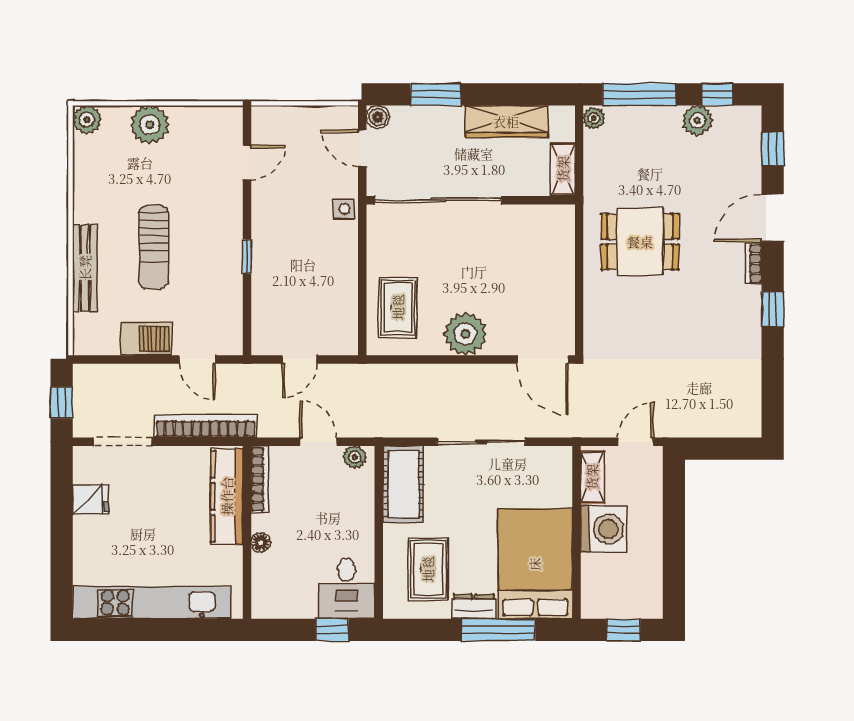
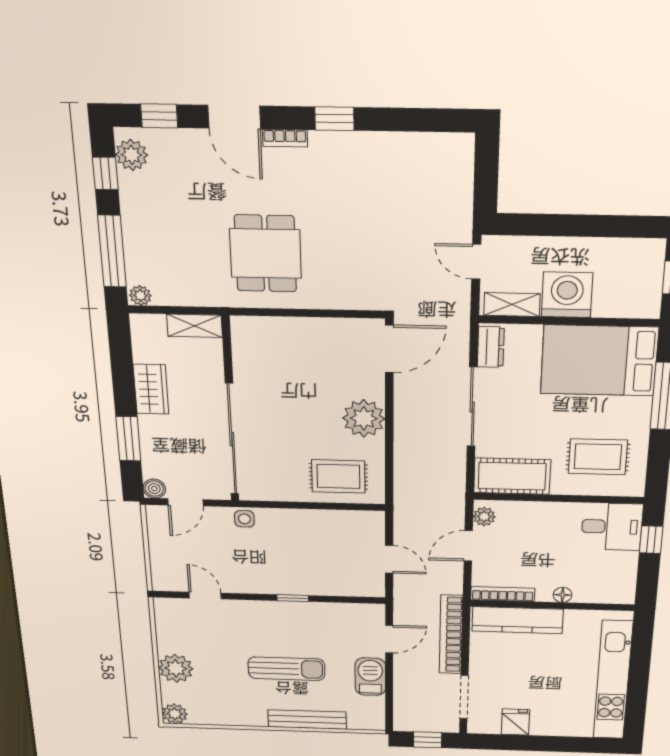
plant: (697, 121) -> (132, 155), moved
wardrobe: (506, 122) -> (151, 389), width x0.67
dresser: (474, 607) -> (491, 347), moved, turned 180

